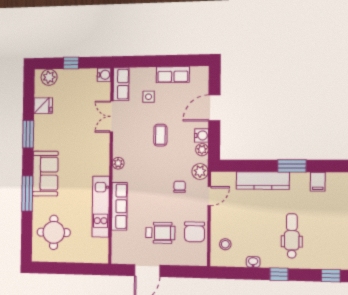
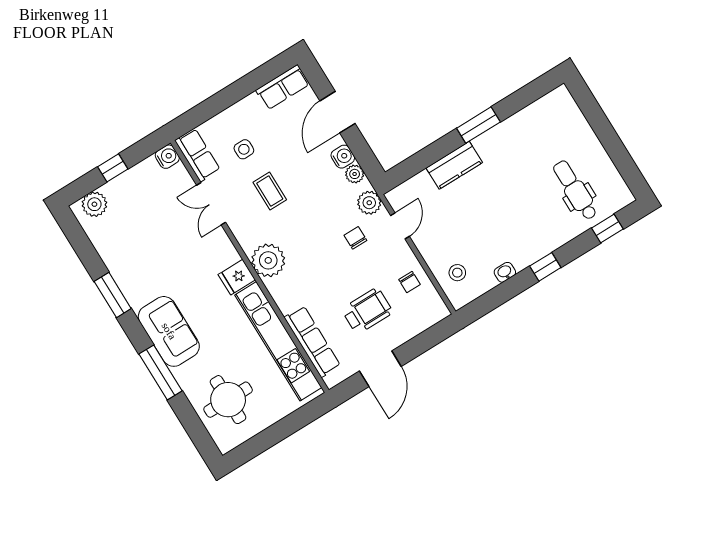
row of seats: (173, 75) -> (283, 87), moved
fridge: (43, 106) -> (237, 277), moved, turned 180
coffee table: (160, 135) -> (270, 191), moved
plant: (118, 163) -> (268, 260), width x1.88, depth x1.88
kitchen counter: (263, 181) -> (454, 165), width x0.67
filing cabinet: (318, 182) -> (521, 125), removed
row of seats: (119, 206) -> (312, 342), moved
kitchen unit: (101, 207) -> (278, 341), width x1.36
chair: (194, 232) -> (410, 282), width x0.54, depth x0.54
dental chair: (292, 236) -> (575, 190), moved

